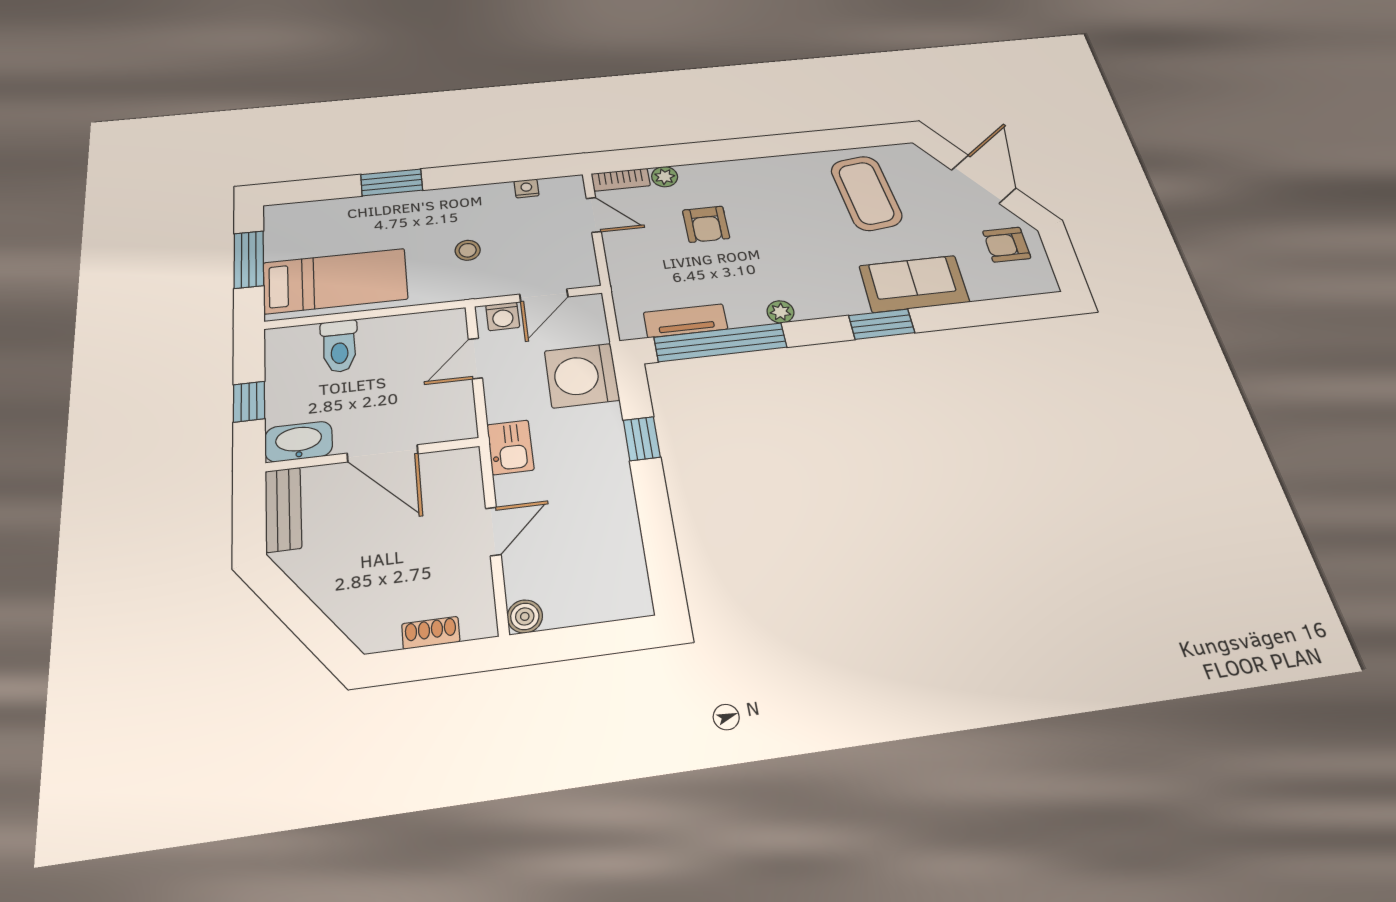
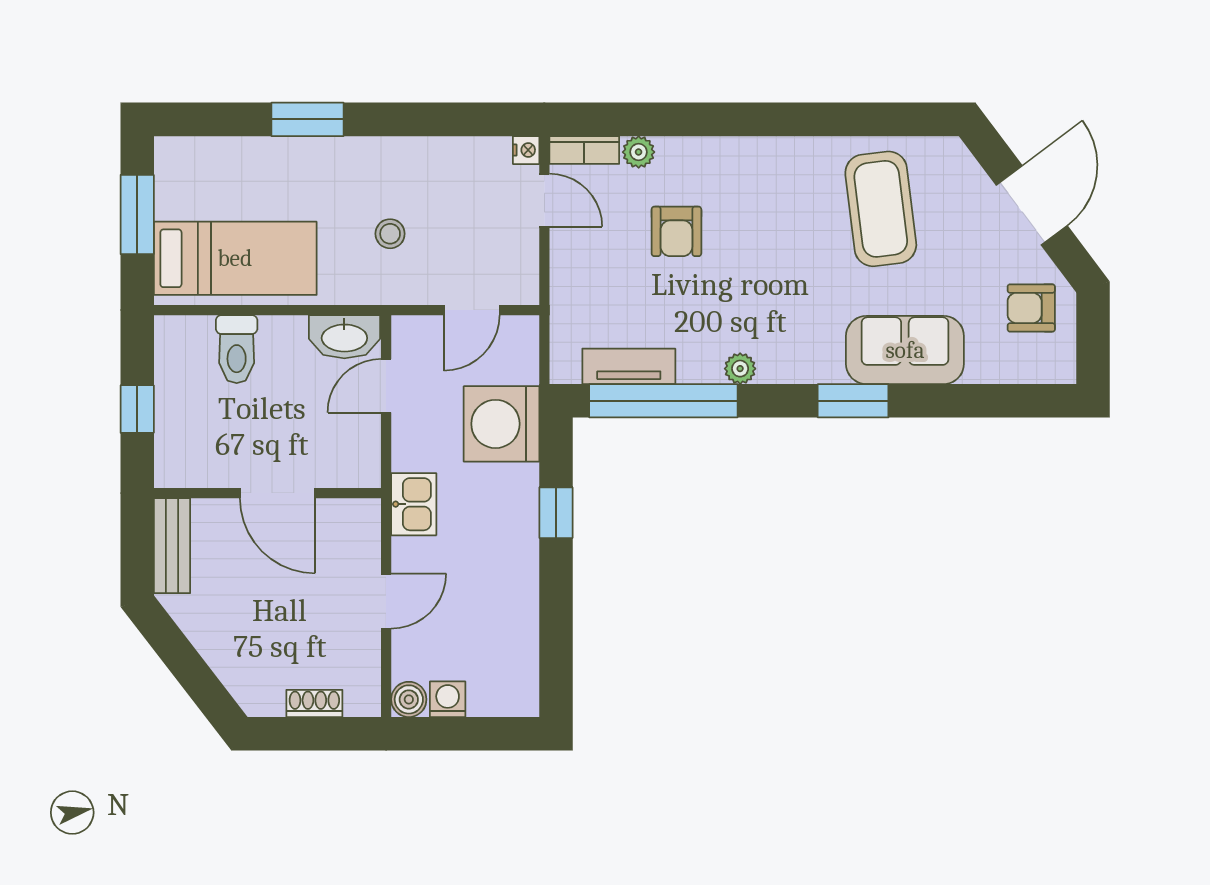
nightstand: (526, 188) -> (526, 150), moved, turned 90
washing machine: (503, 316) -> (448, 699), moved, turned 180
washbasin: (299, 442) -> (344, 337), moved, turned 180

